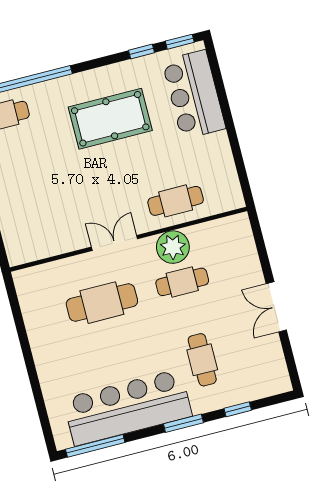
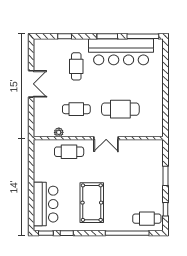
pool table: (110, 119) -> (92, 203), turned 90
plant: (173, 247) -> (59, 132), moved, width x0.53, depth x0.53
window: (183, 423) -> (107, 36), moved

